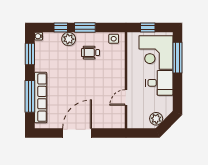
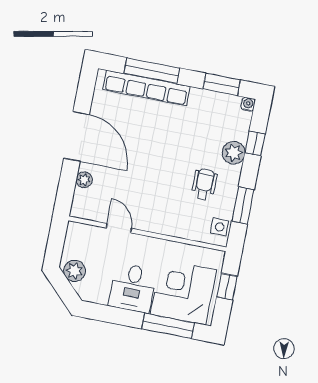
window: (85, 28) -> (243, 205), moved
plant: (102, 124) -> (84, 180), added

